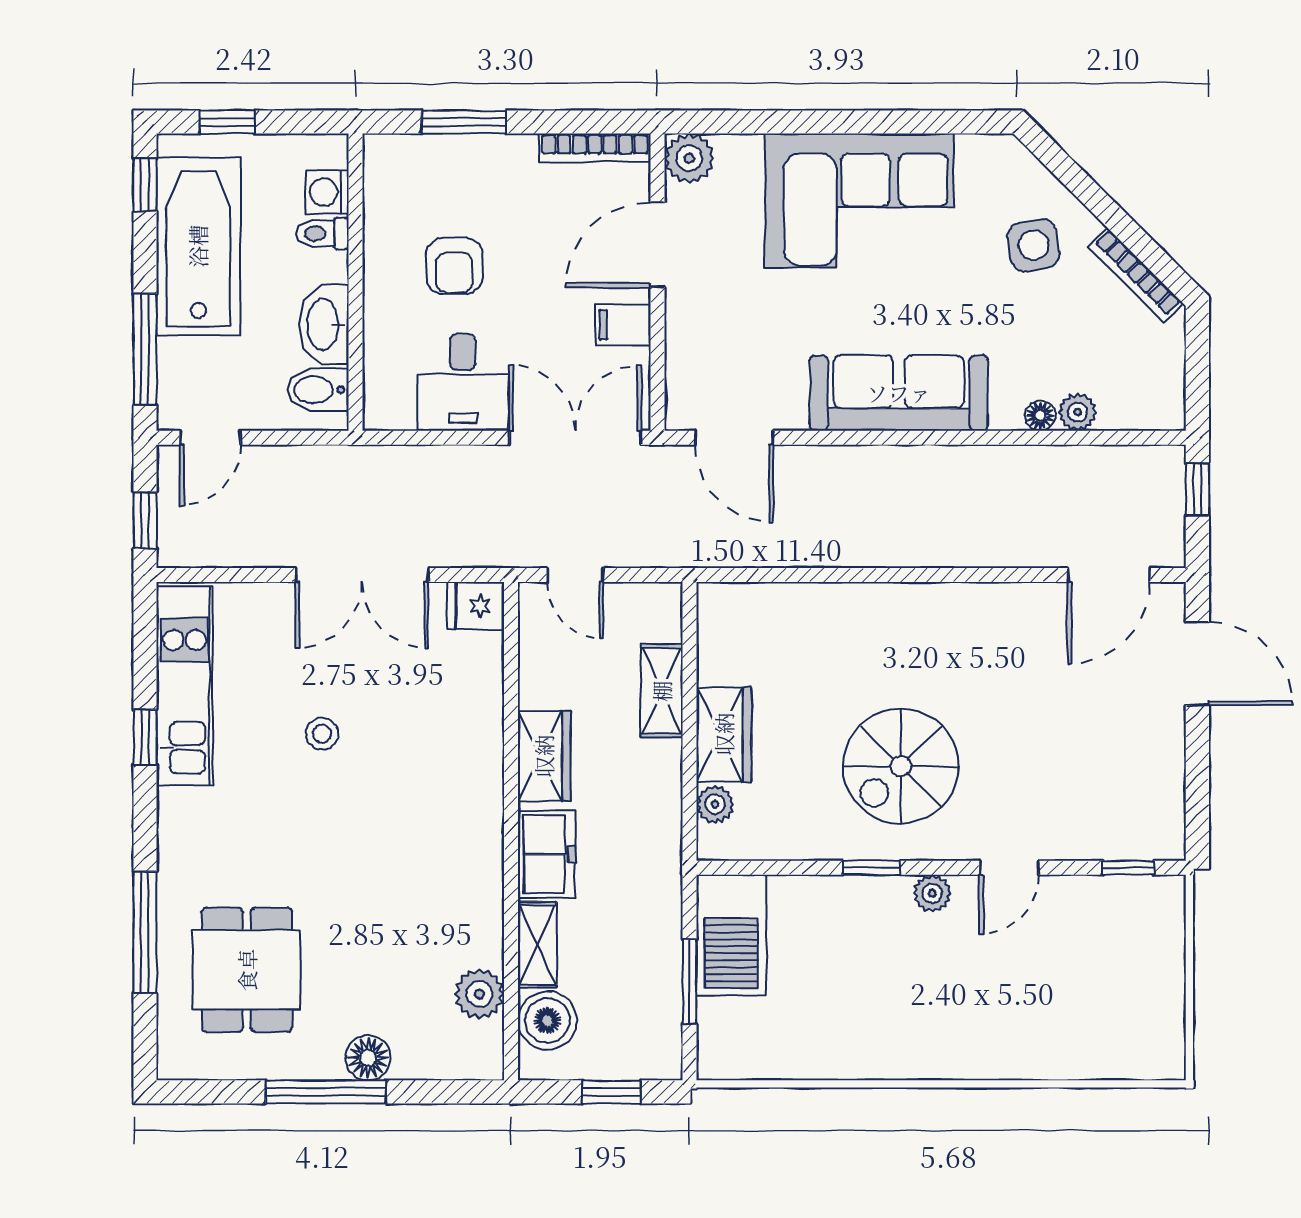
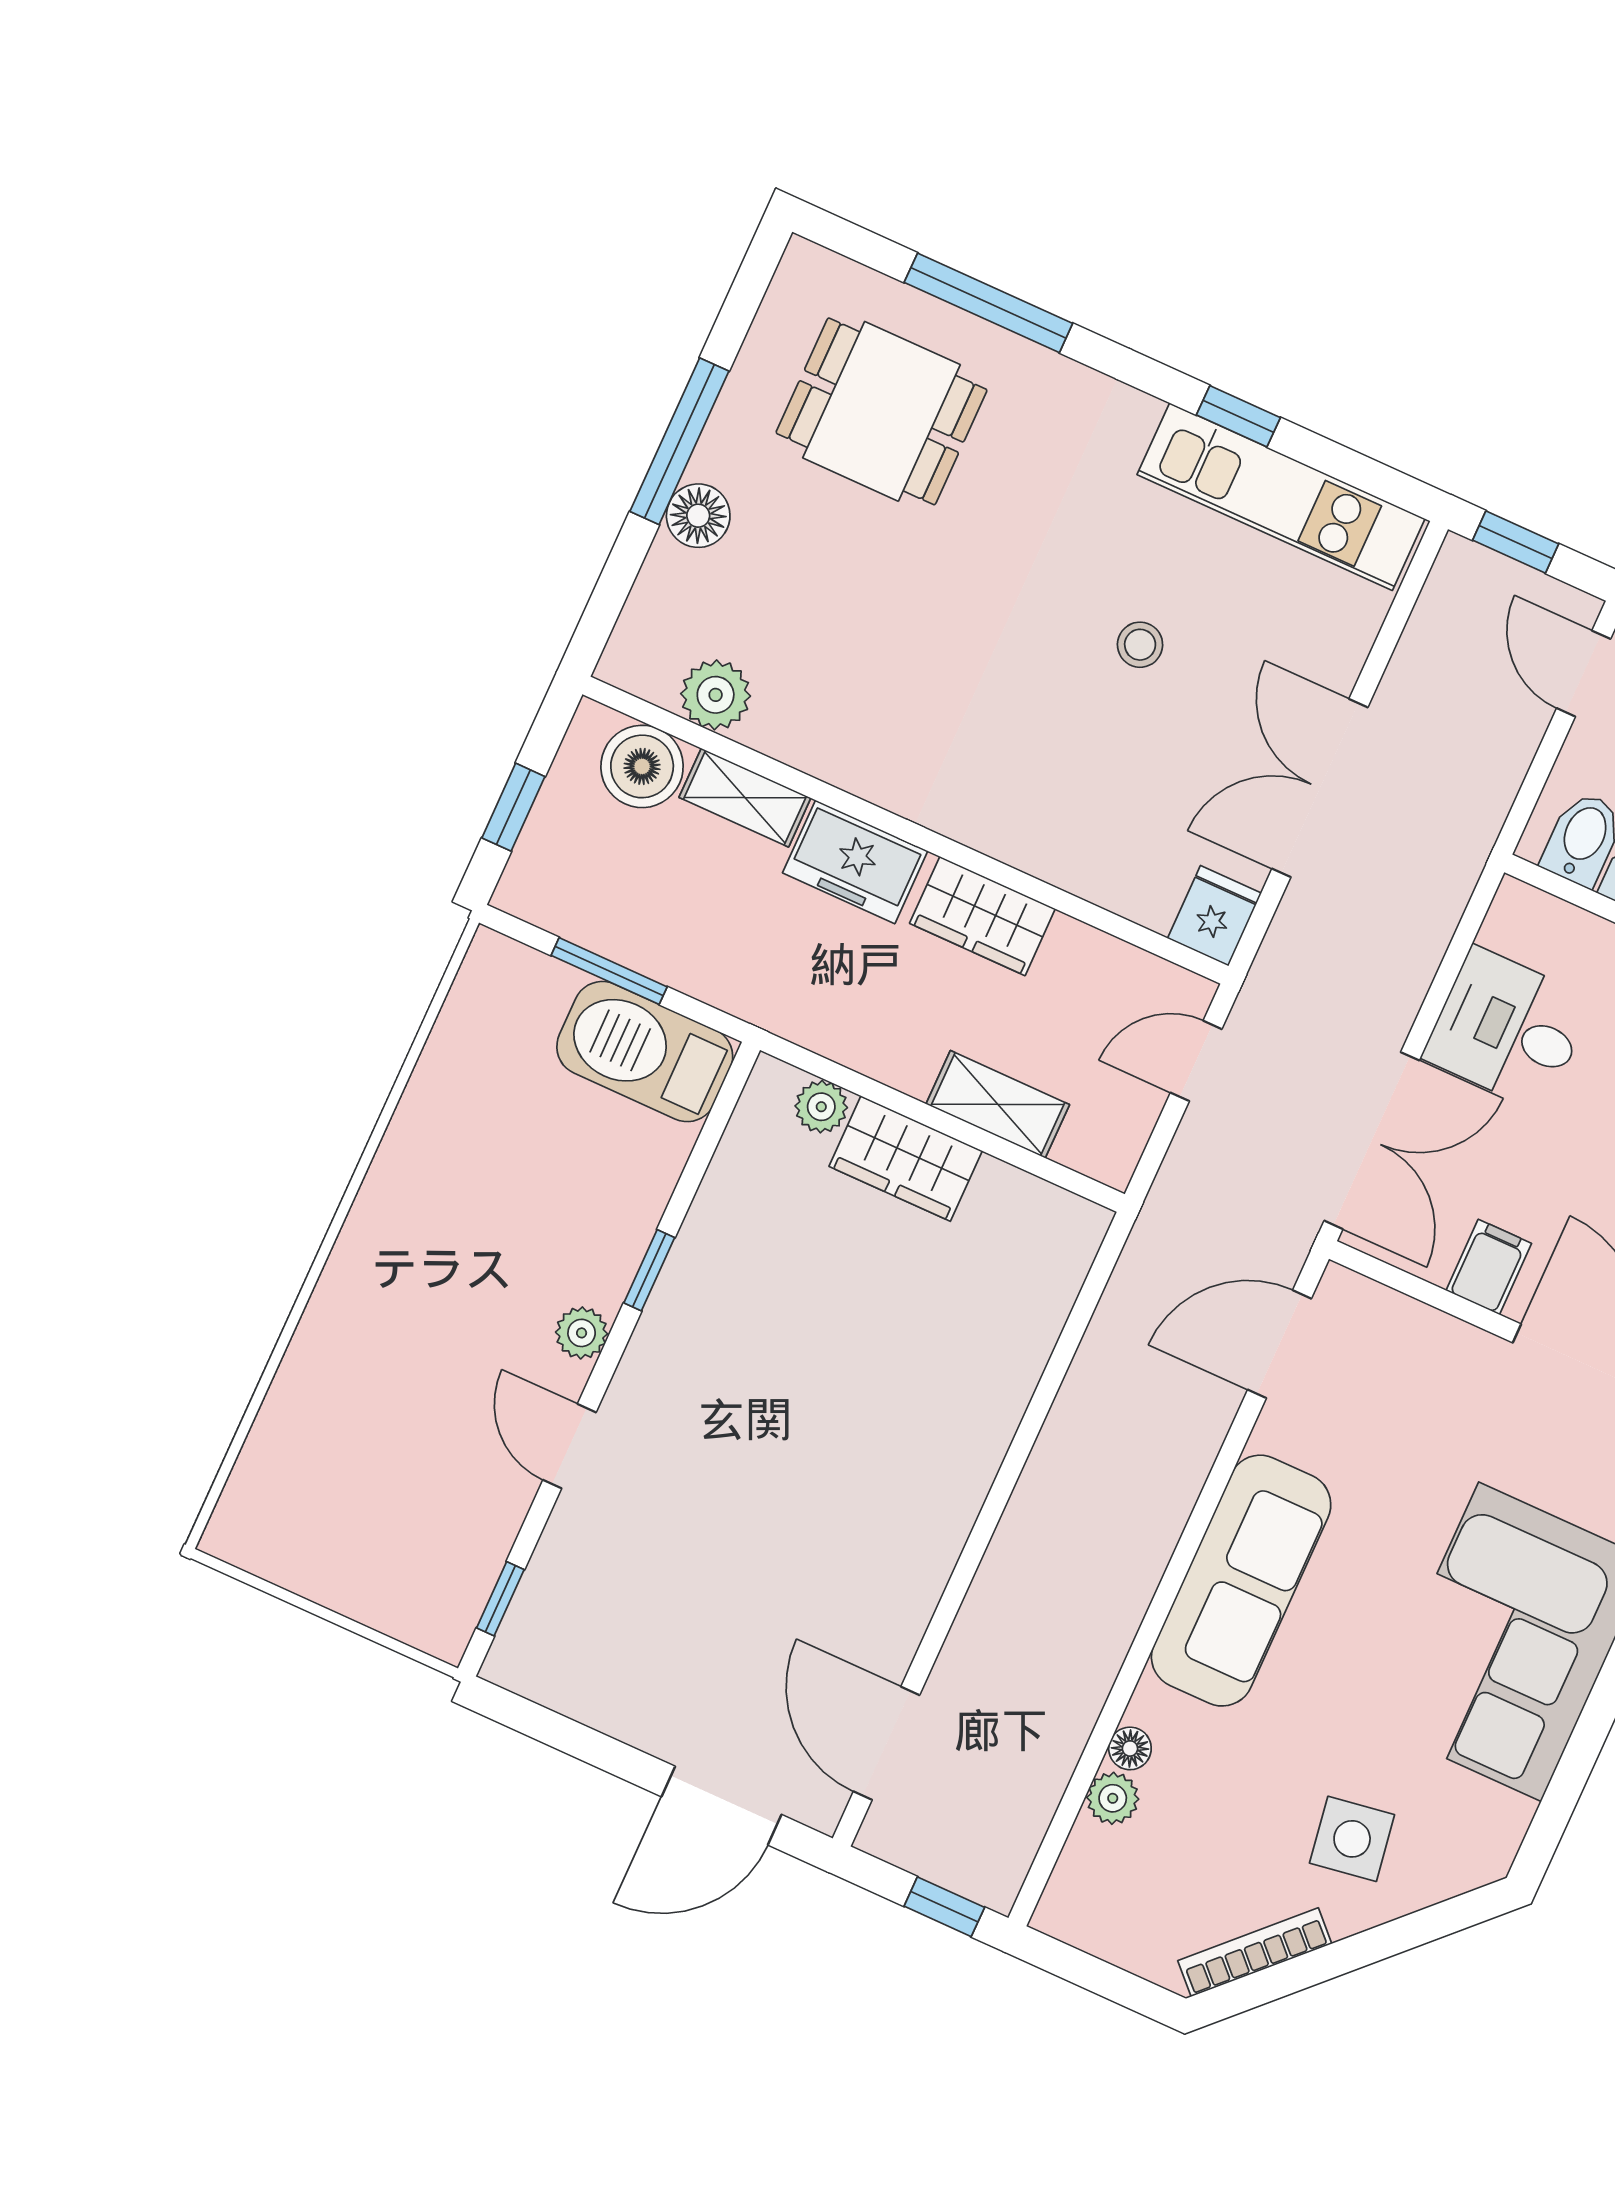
spiral stairs: (901, 766) -> (762, 1366), removed

